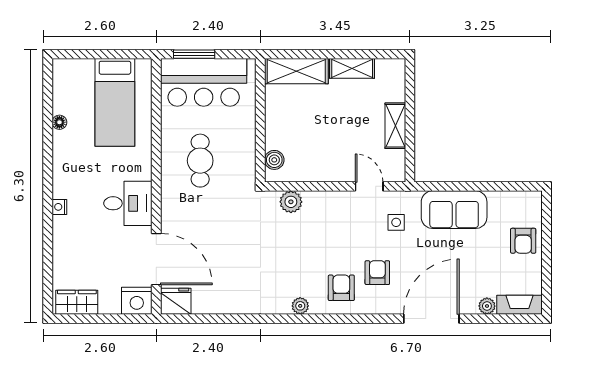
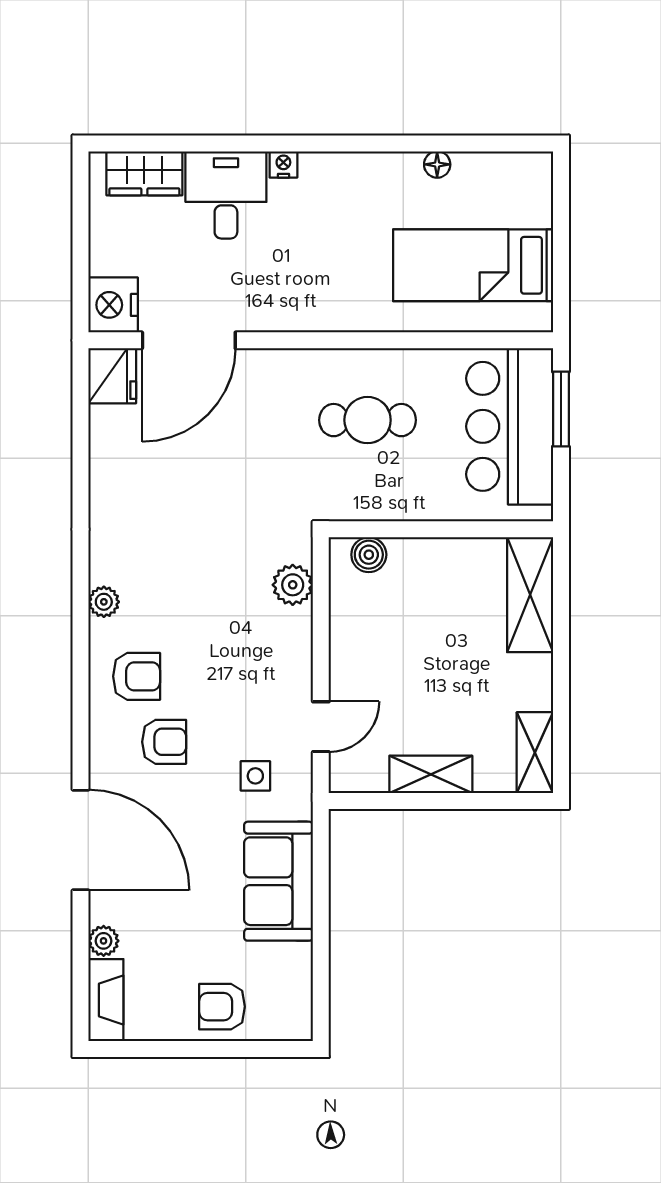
shelving: (352, 68) -> (535, 753), moved
desk: (128, 203) -> (226, 195), moved, turned 180
wardrobe: (77, 302) -> (144, 173), moved, turned 90

